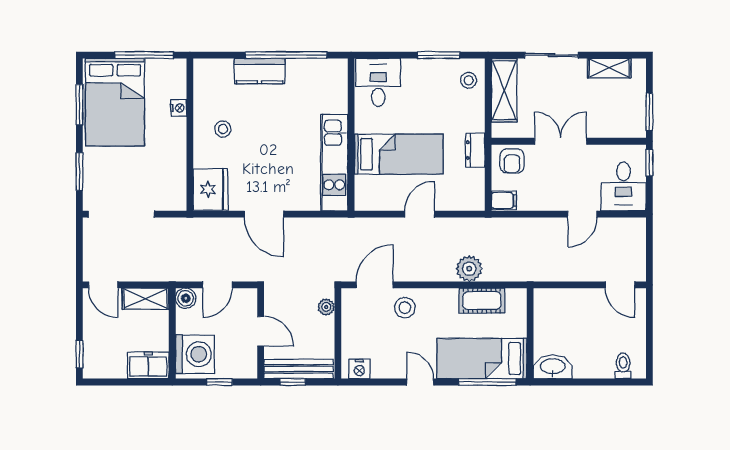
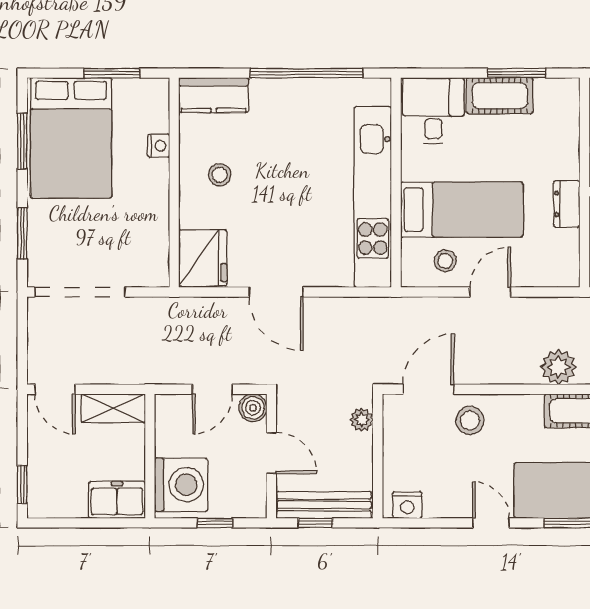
window: (144, 55) -> (112, 73), width x0.69
kitchen counter: (260, 71) -> (214, 95), moved
cot: (426, 72) -> (500, 96), added
stool: (469, 80) -> (445, 261), moved
kitchen unit: (334, 163) -> (373, 197), width x1.36
boiler: (186, 298) -> (253, 408), moved

